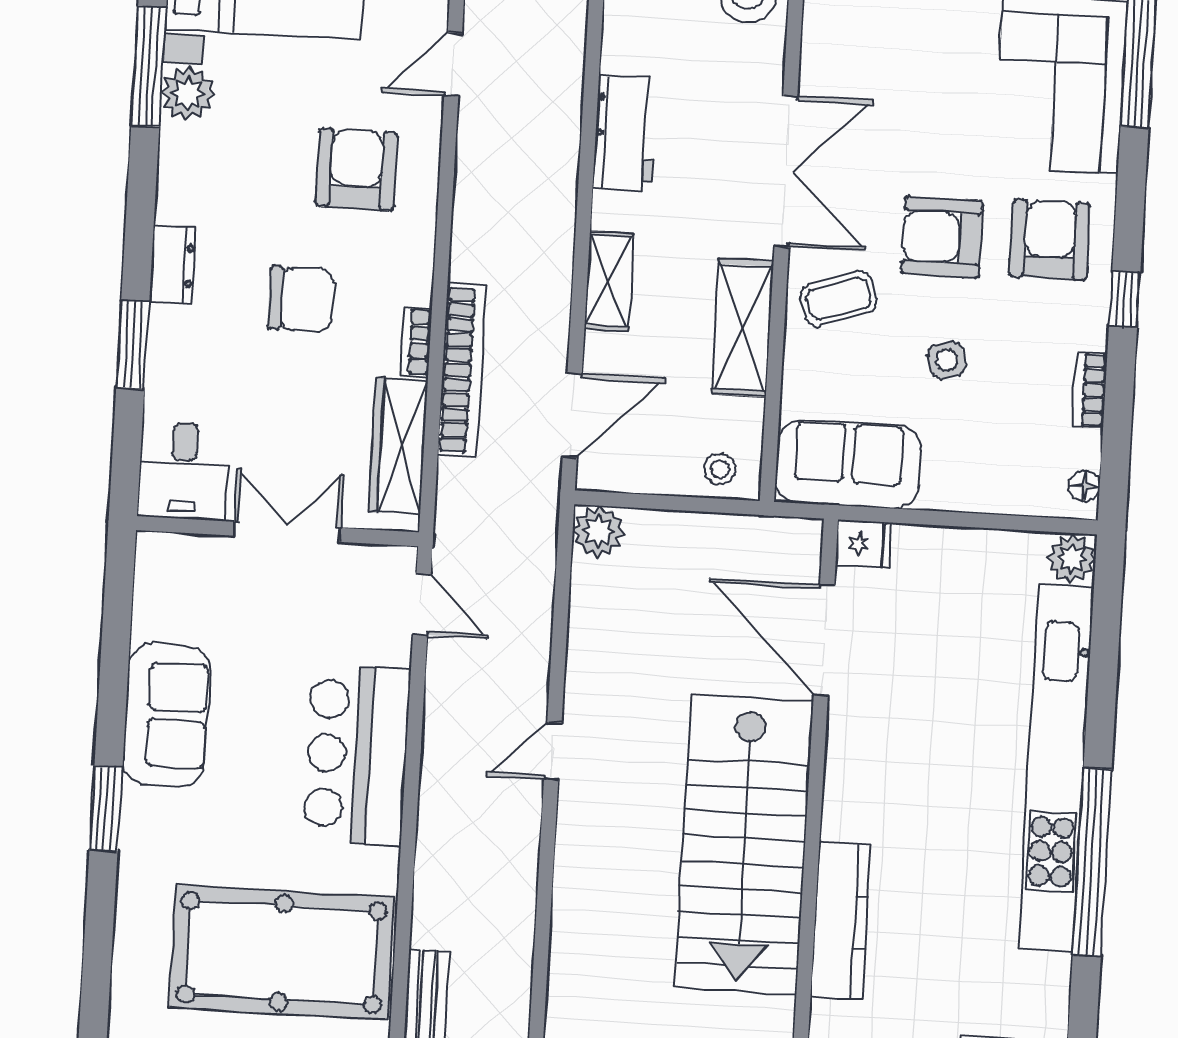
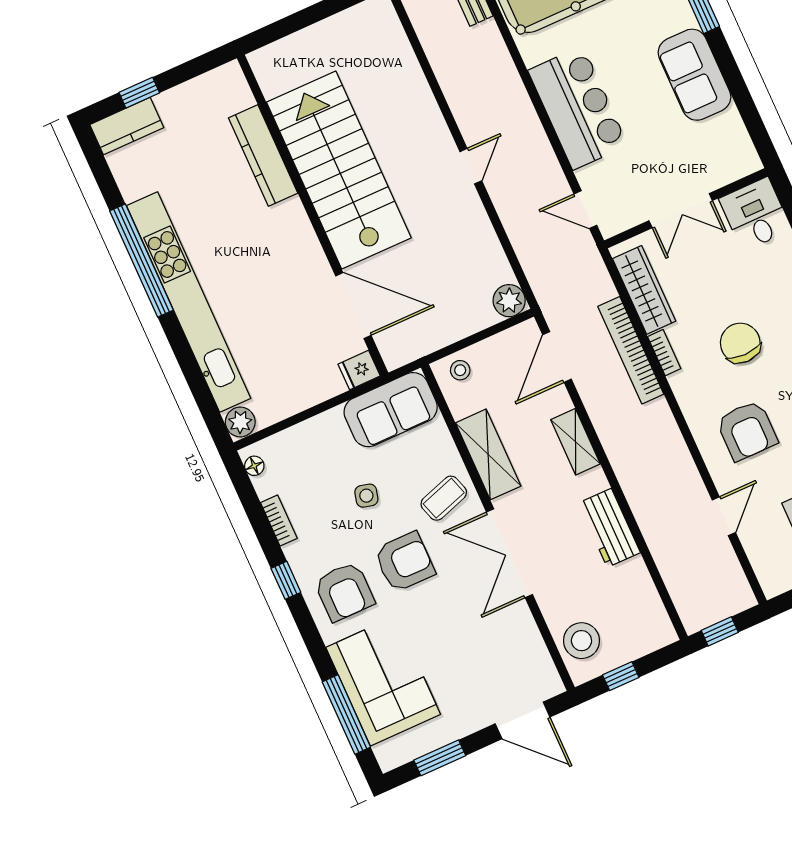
chair: (301, 299) -> (740, 343), turned 90
side table: (947, 360) -> (366, 496), turned 32

